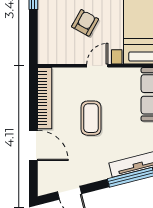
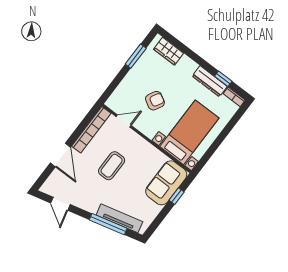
door: (97, 66) -> (124, 121), moved

